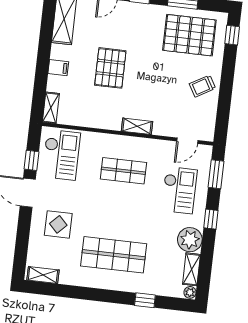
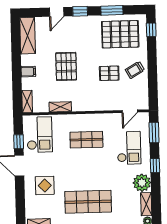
pallet: (167, 86) -> (109, 73), added
shelving: (137, 126) -> (60, 107), moved

